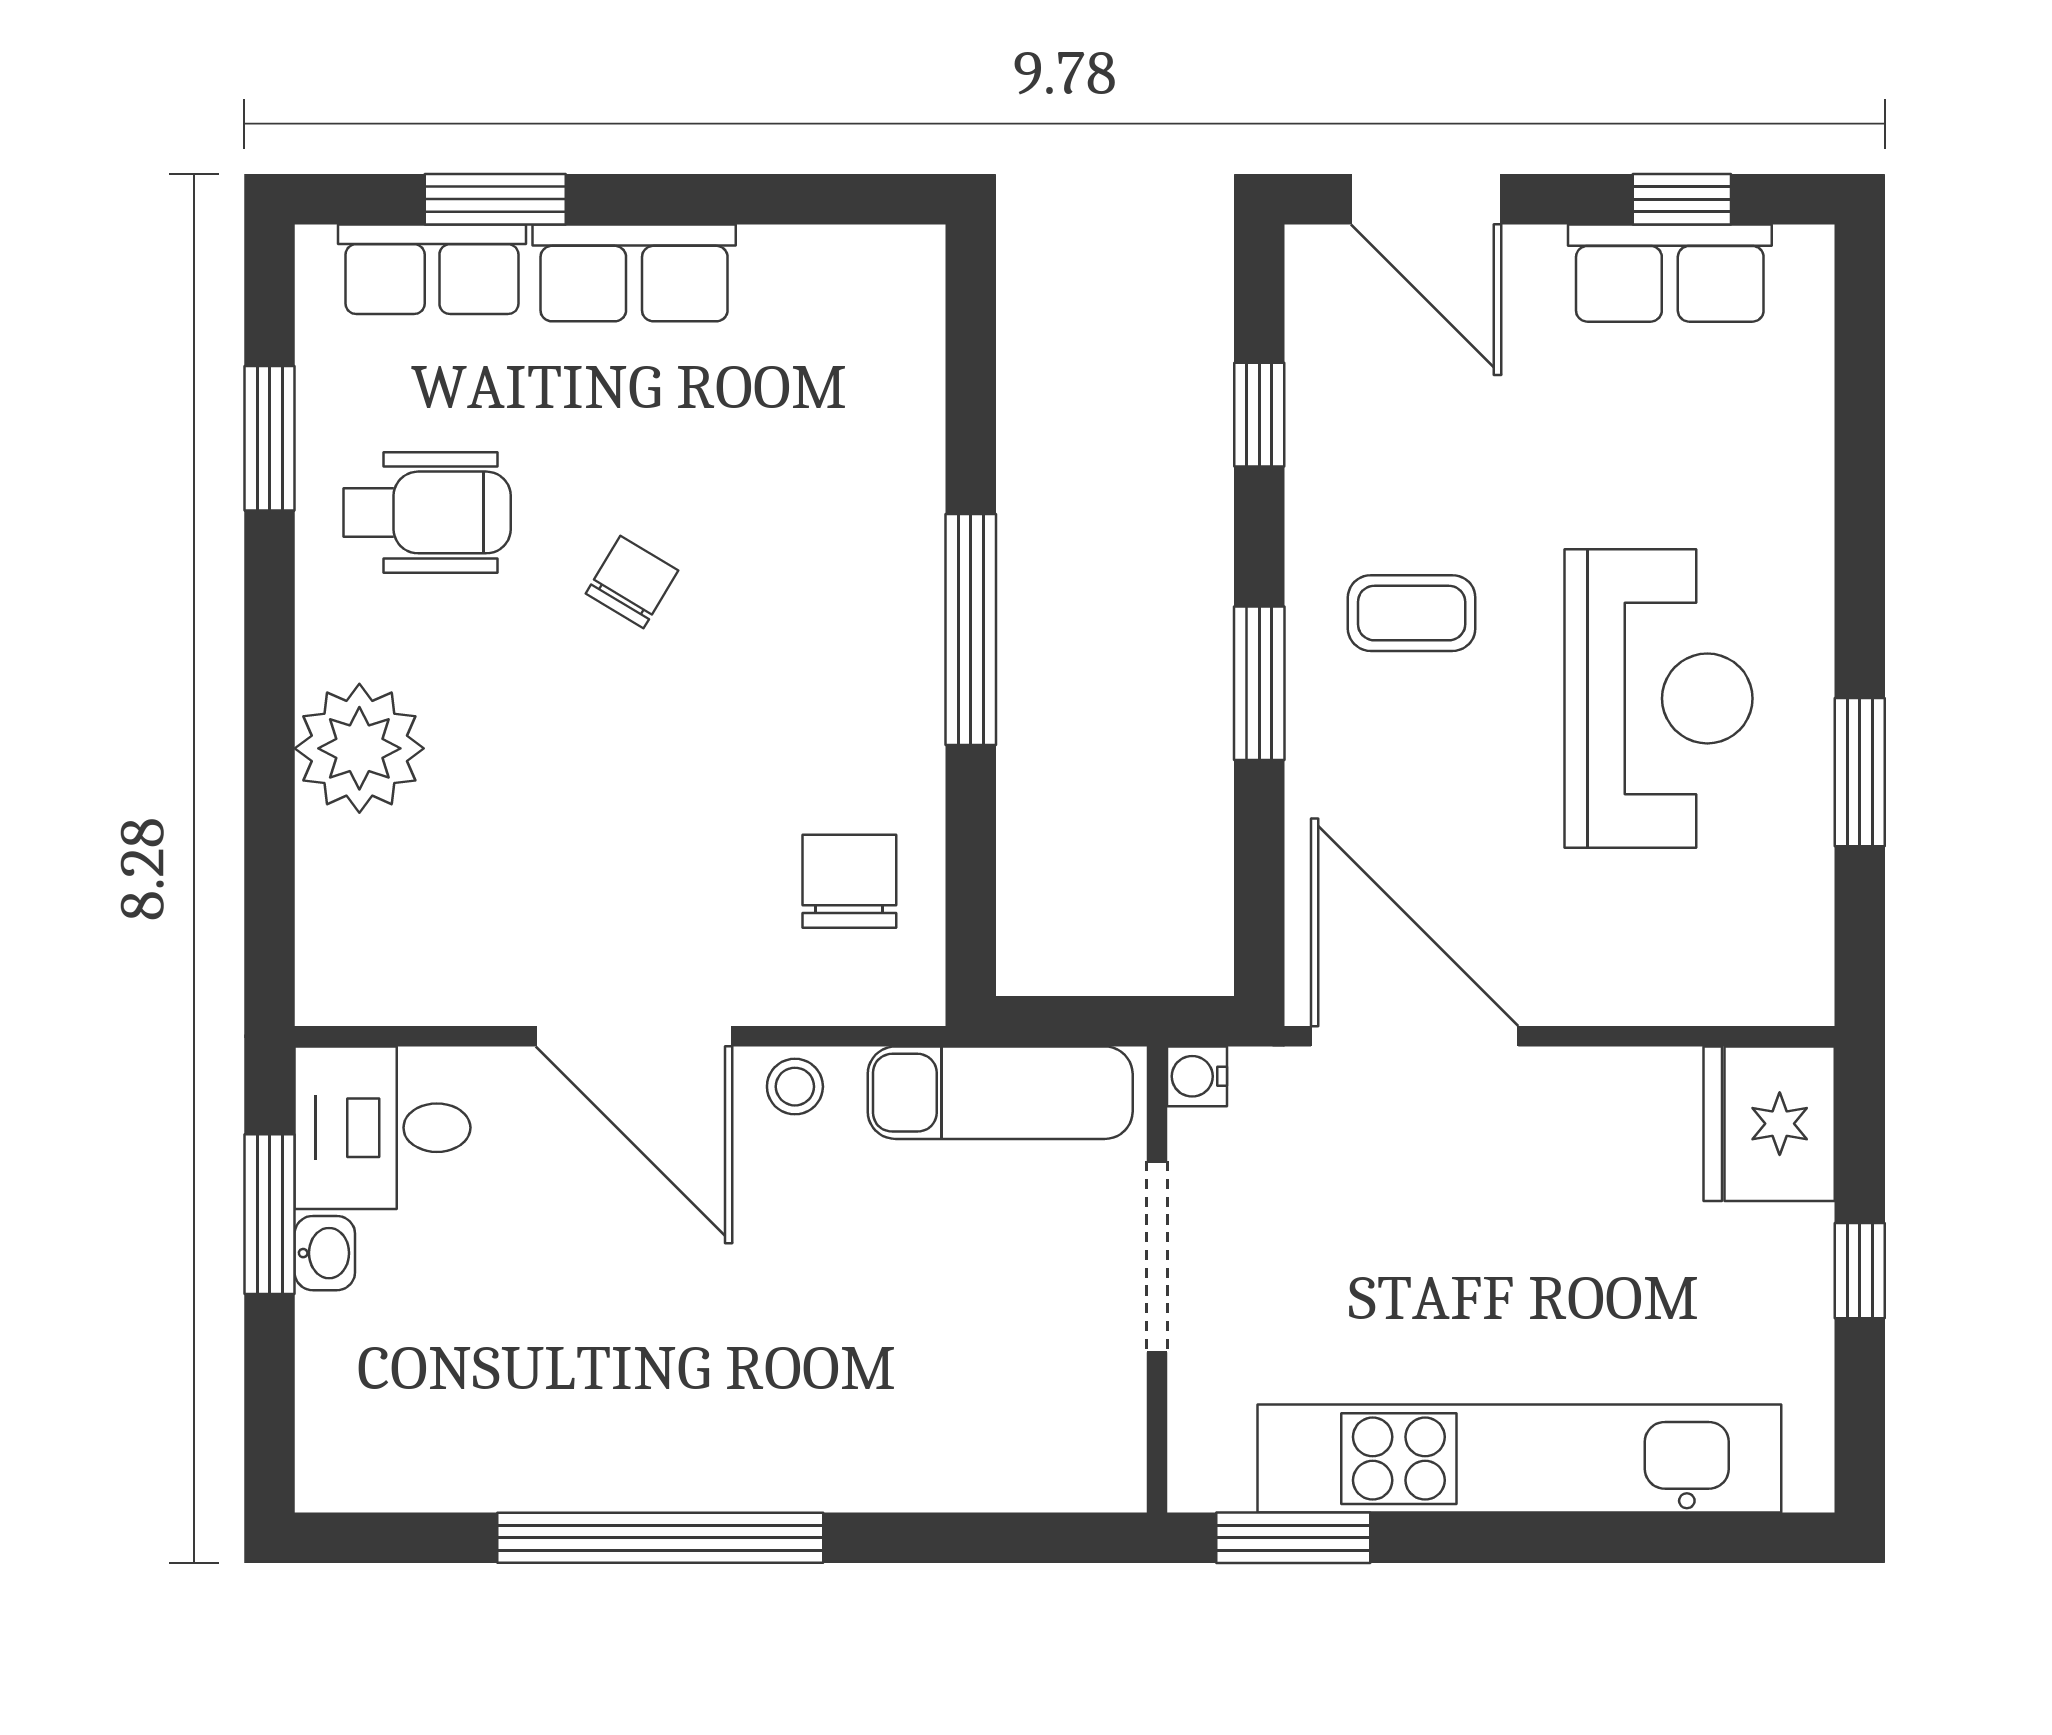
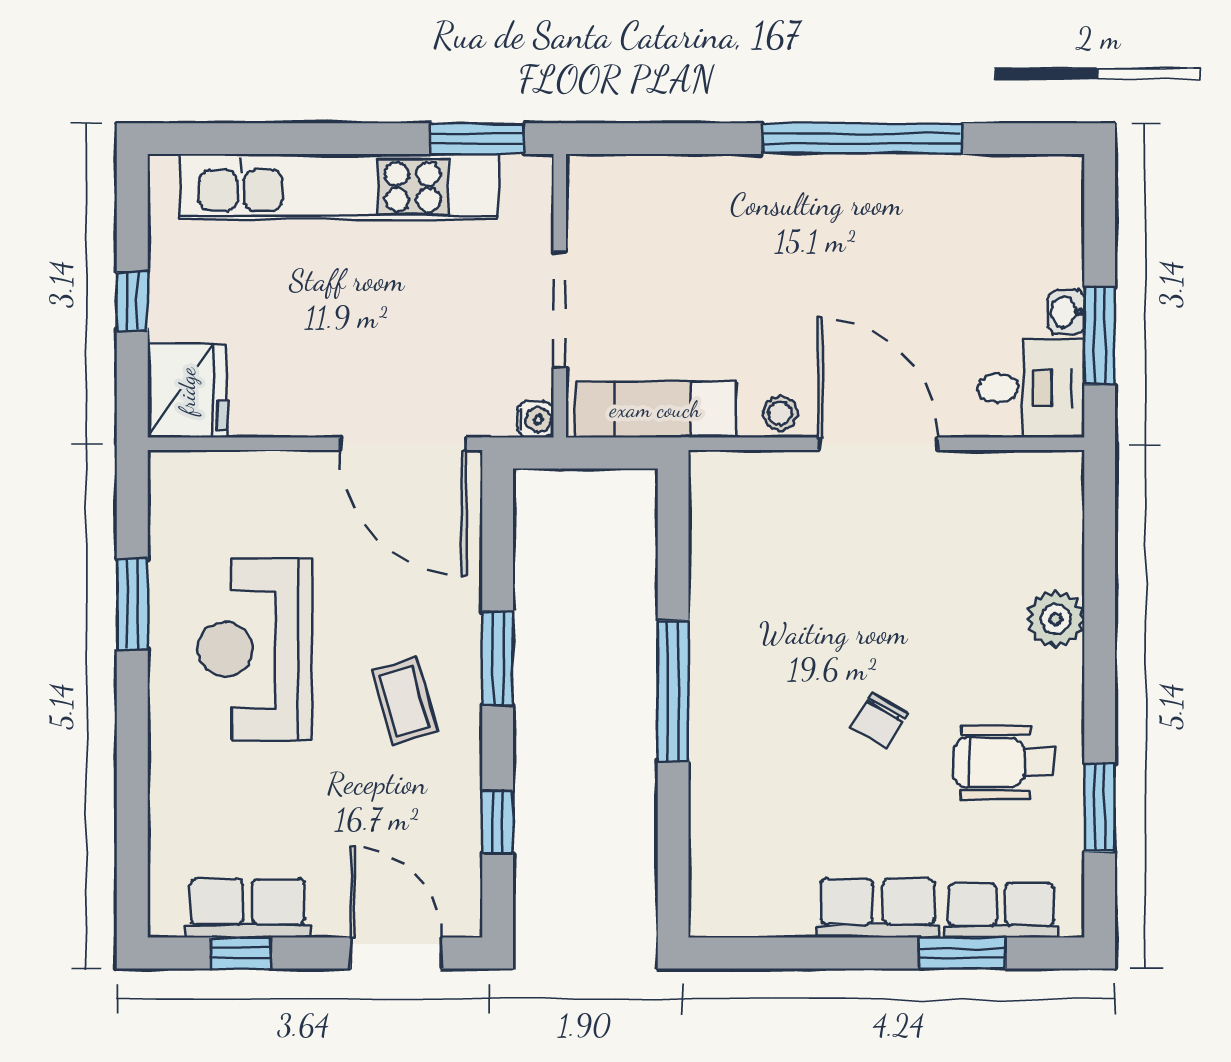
coffee table: (1412, 613) -> (405, 701), turned 74
plant: (359, 748) -> (1056, 619), width x0.73, depth x0.73
chair: (849, 881) -> (747, 538), removed

